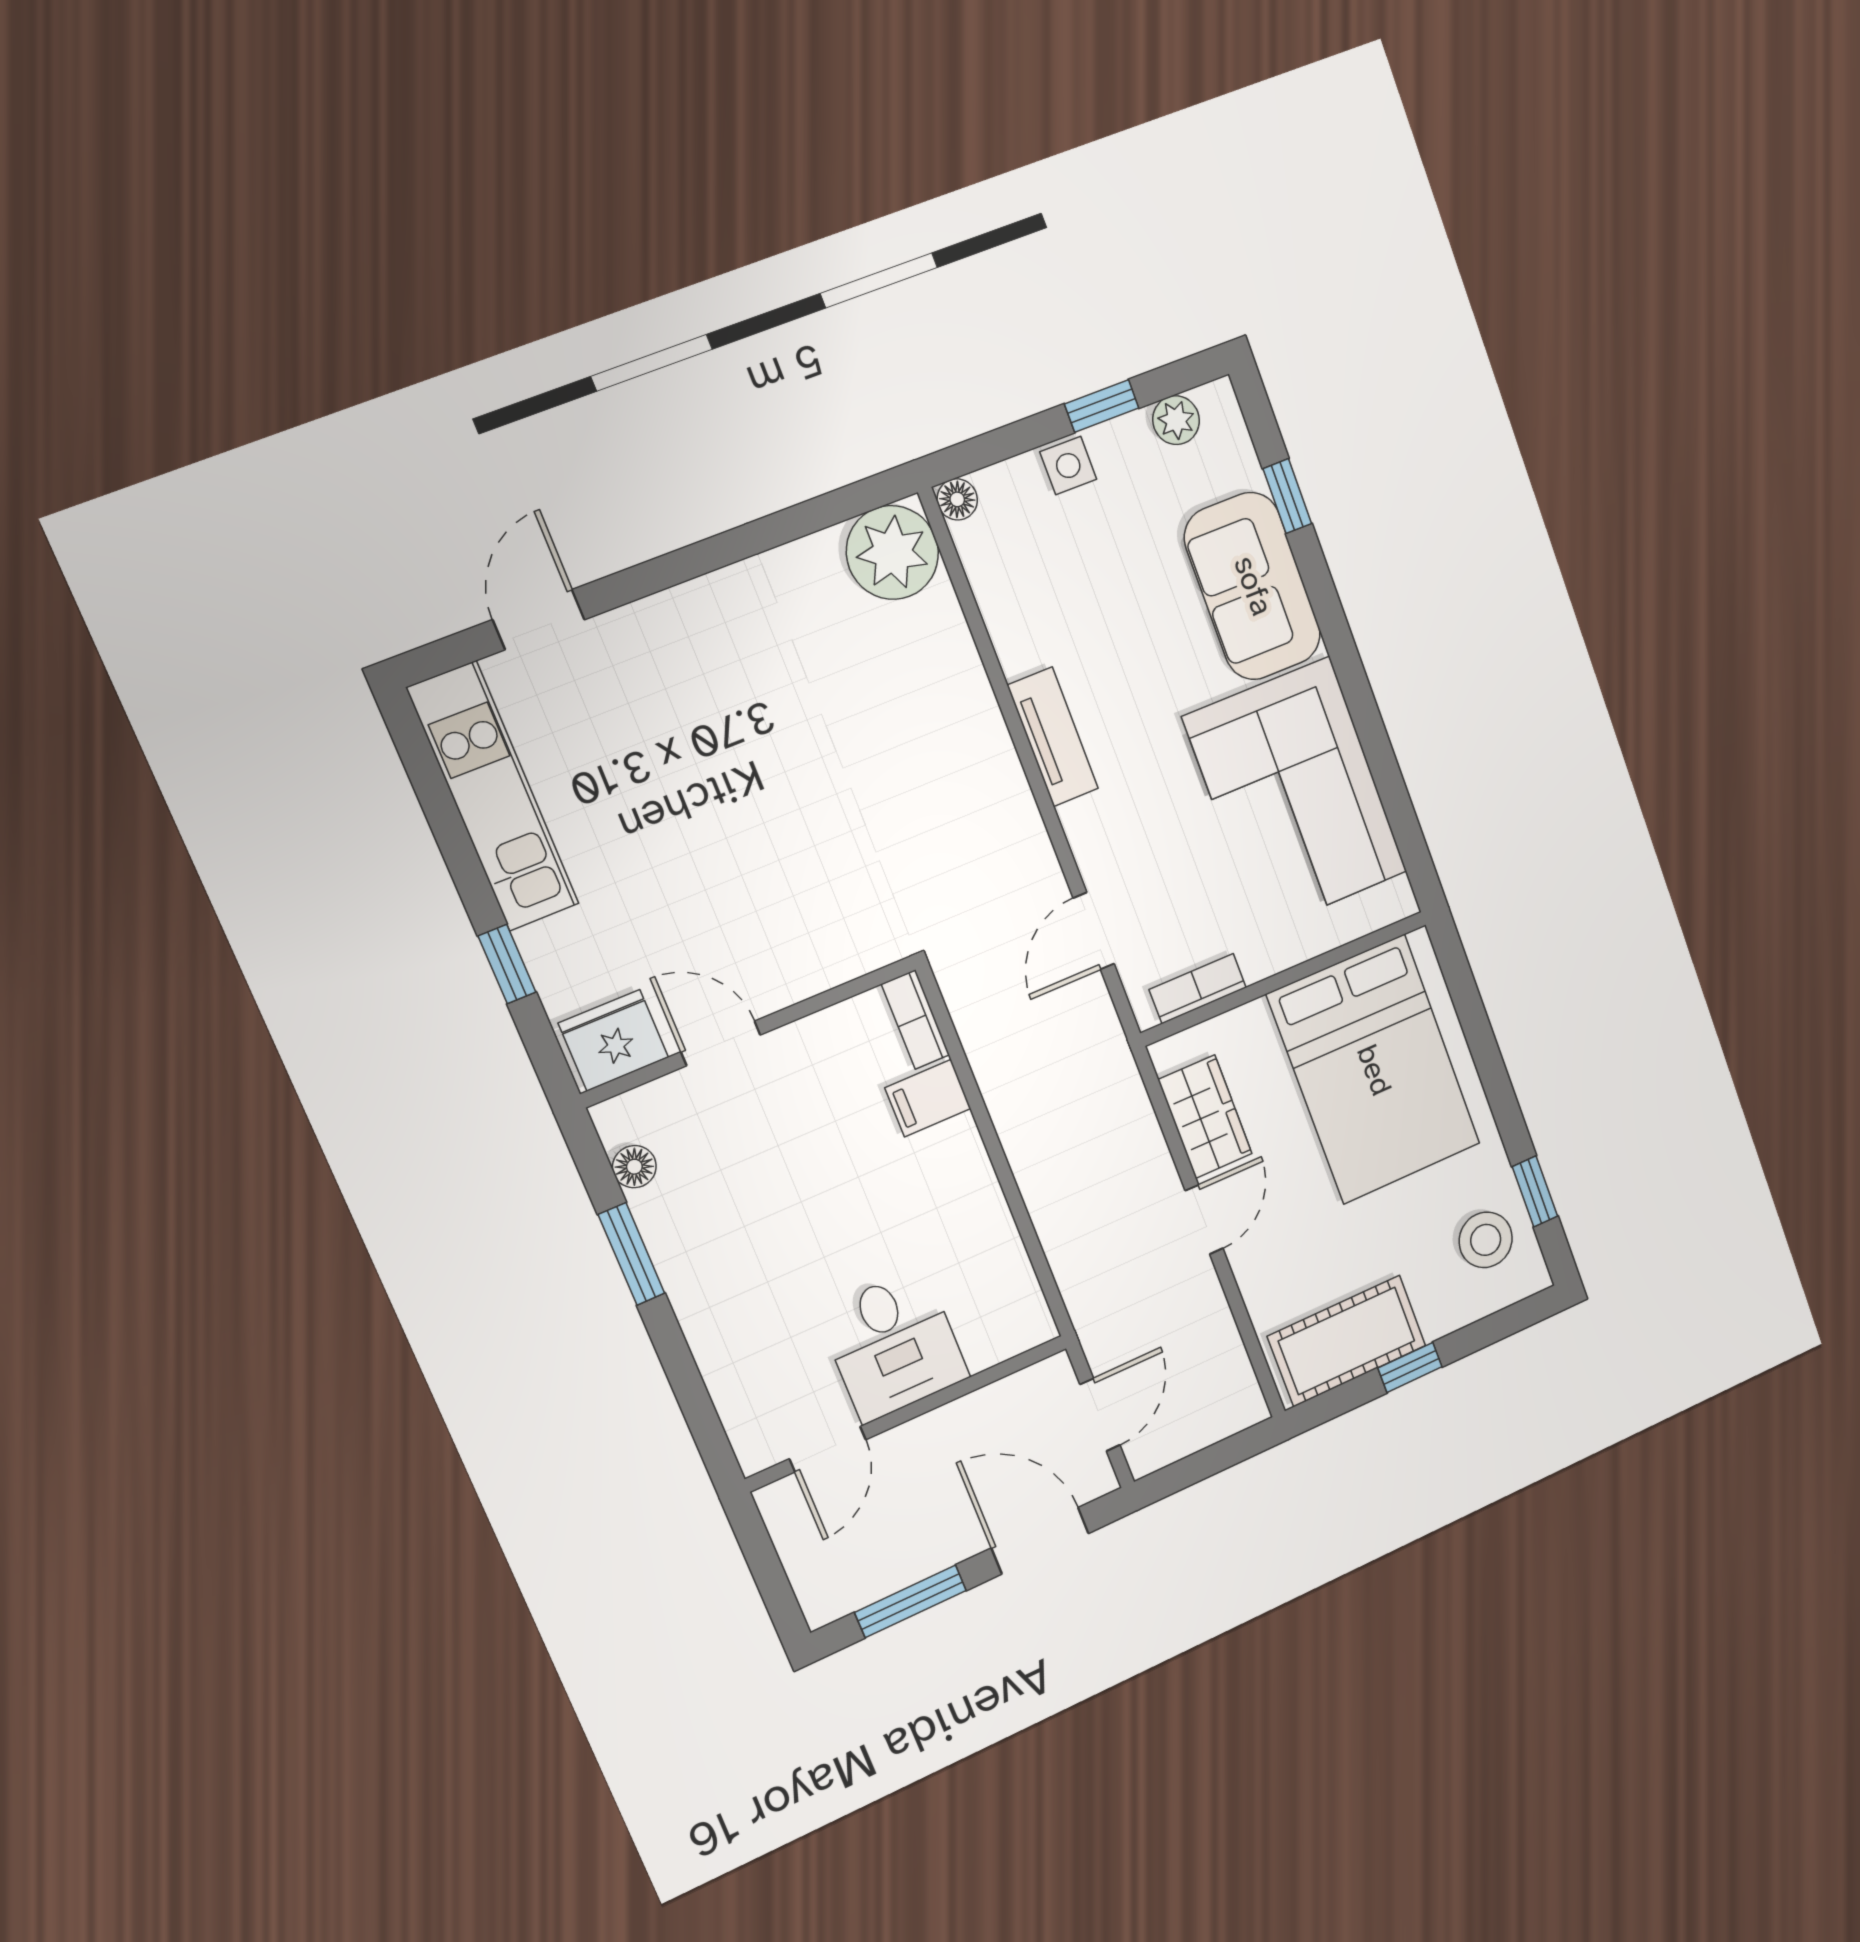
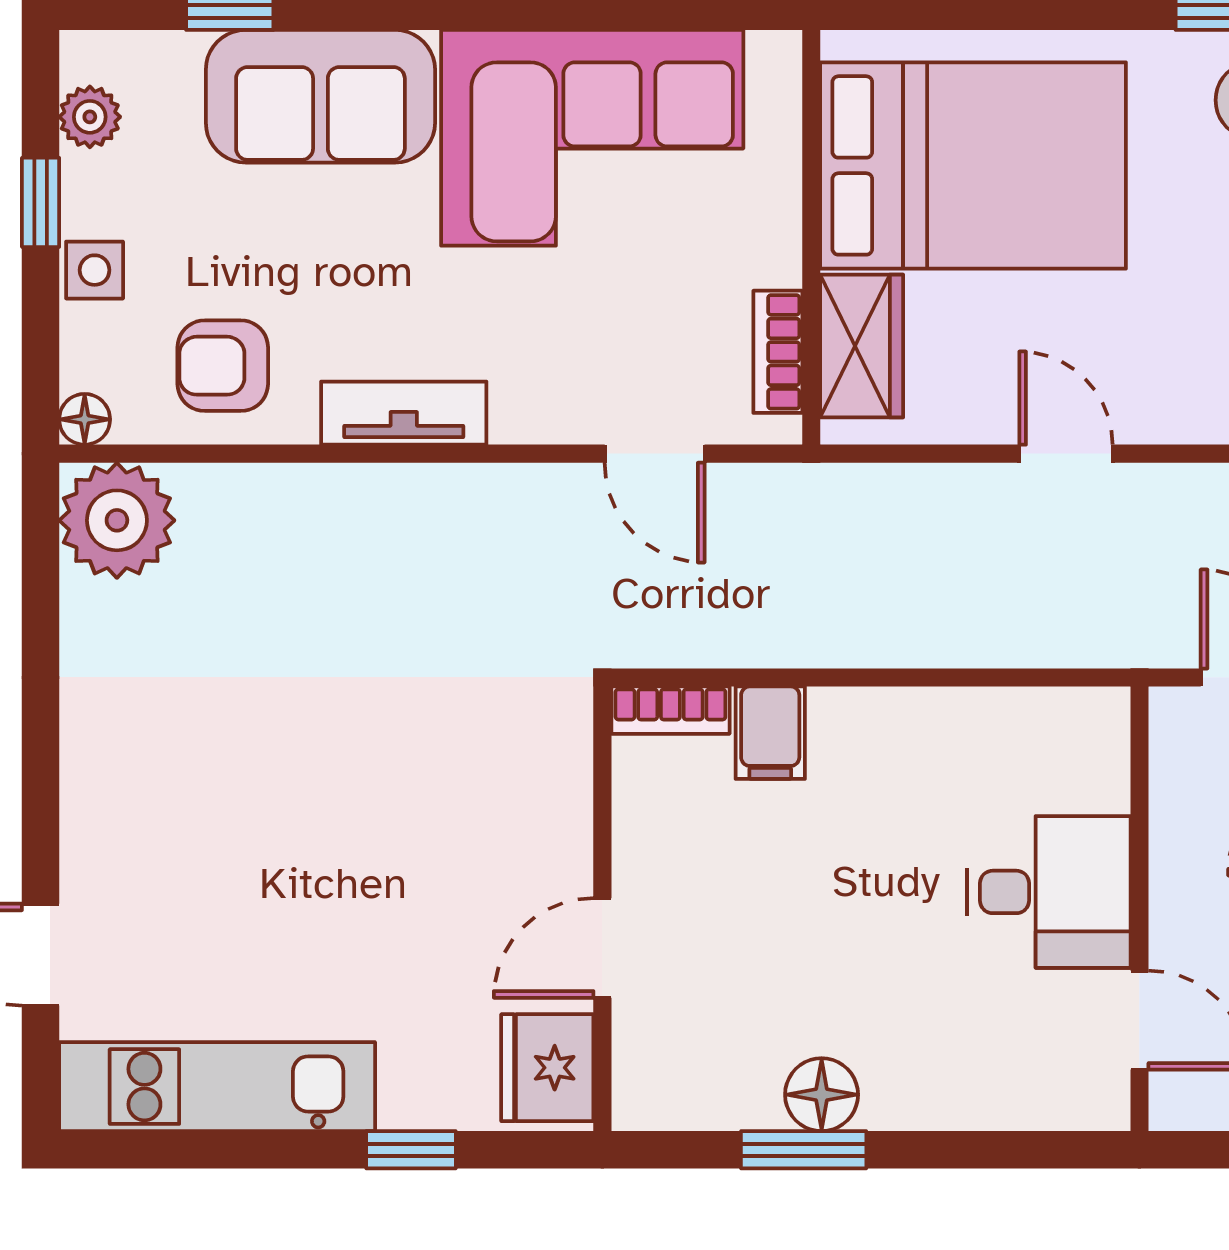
armchair: (1036, 589) -> (223, 366), added
wardrobe: (1205, 1117) -> (862, 346), moved, turned 90
floor lamp: (634, 1167) -> (822, 1095), moved, width x1.37, depth x1.37

